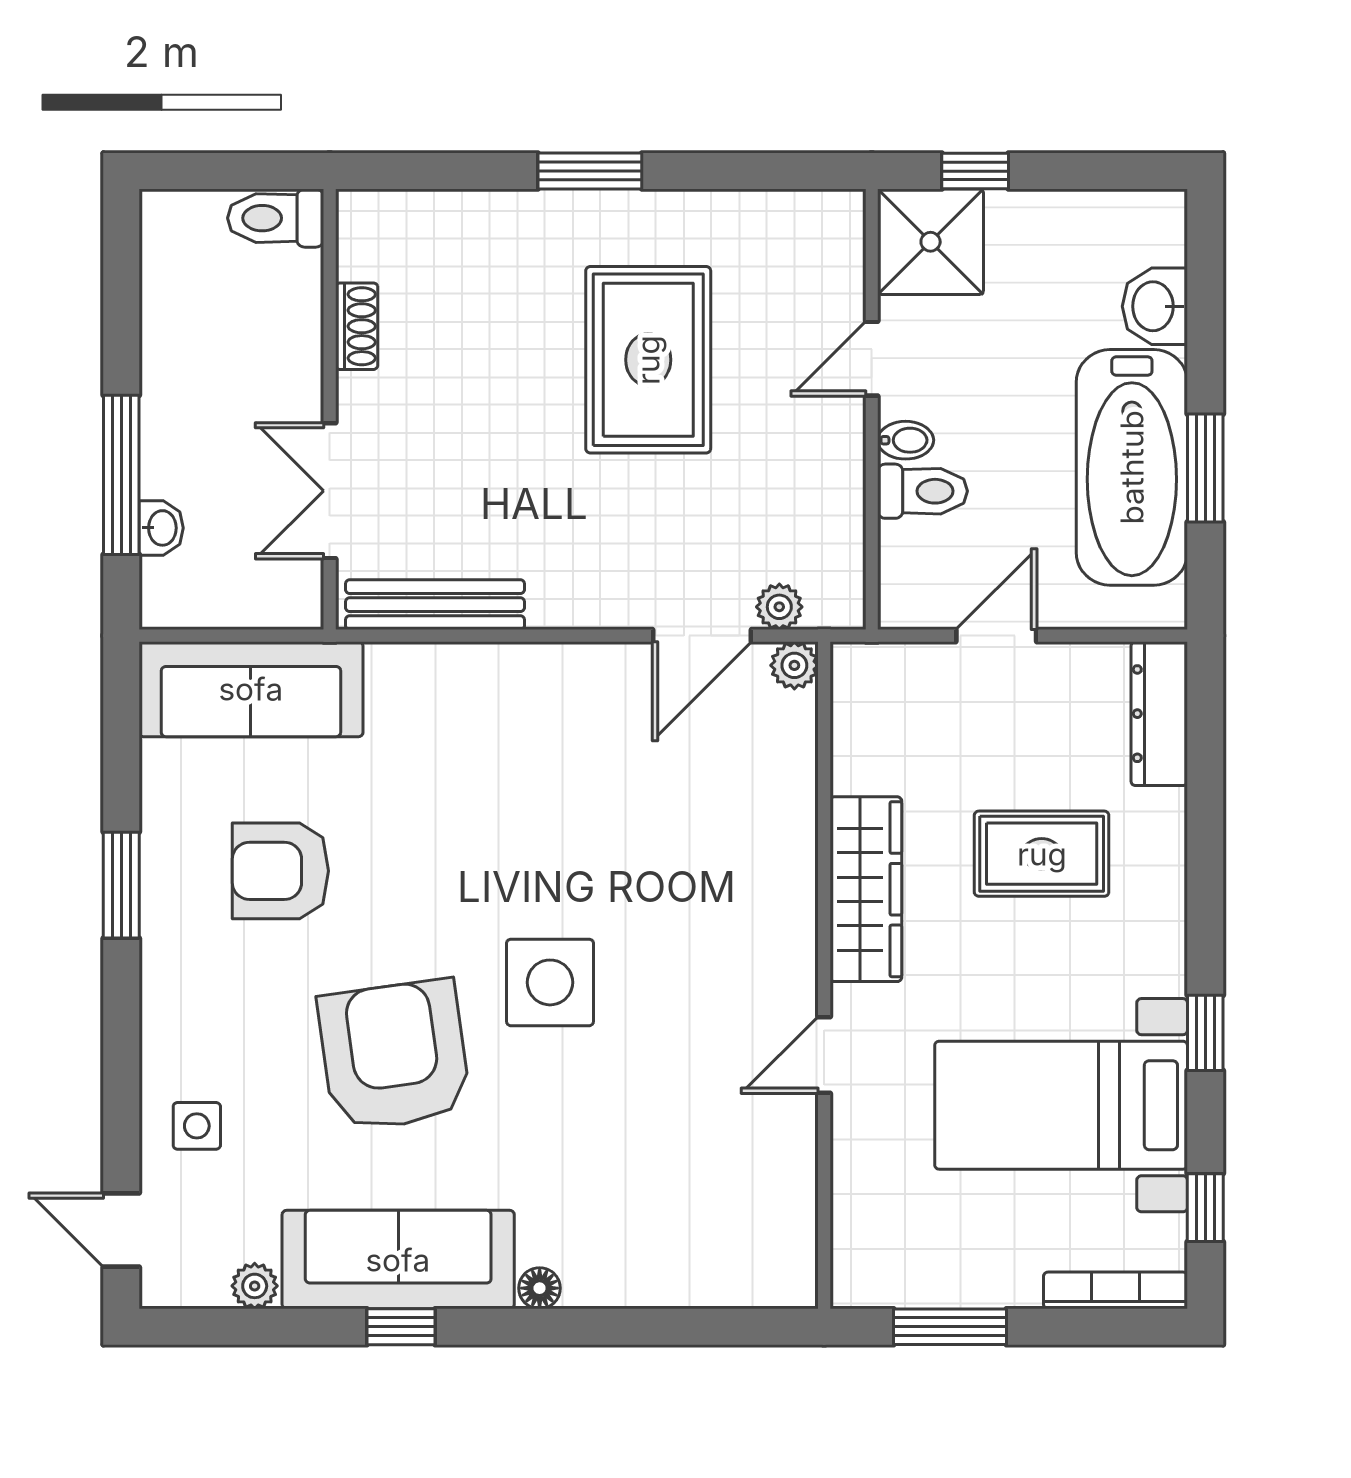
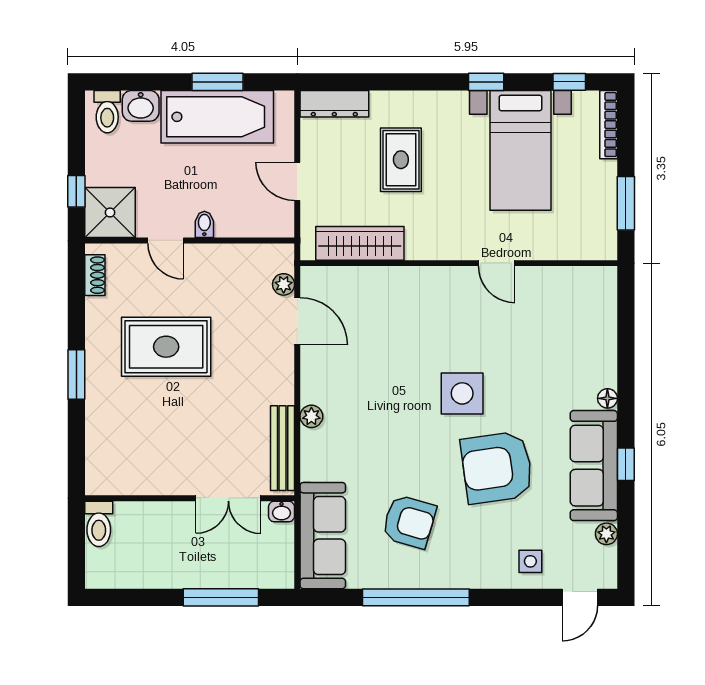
shoe rack: (357, 326) -> (95, 275), moved, turned 90
toilet: (922, 491) -> (107, 112), moved, turned 180
washbasin: (161, 528) -> (281, 511), moved, turned 180
plant: (794, 665) -> (311, 416), moved
armchair: (280, 871) -> (409, 522), turned -74
window: (121, 885) -> (416, 597), width x2.11
wardrobe: (866, 889) -> (360, 243), moved

